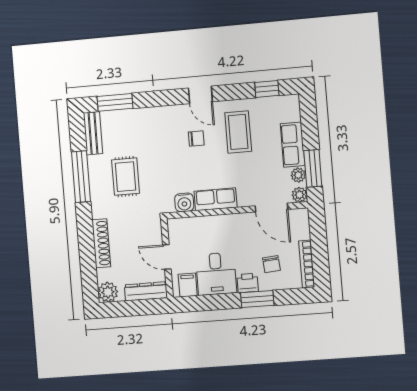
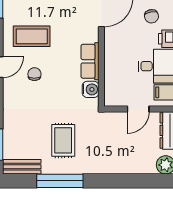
rug: (126, 177) -> (63, 140), turned 90
shoe rack: (101, 243) -> (121, 167), removed
chair: (271, 264) -> (152, 16), turned 84

